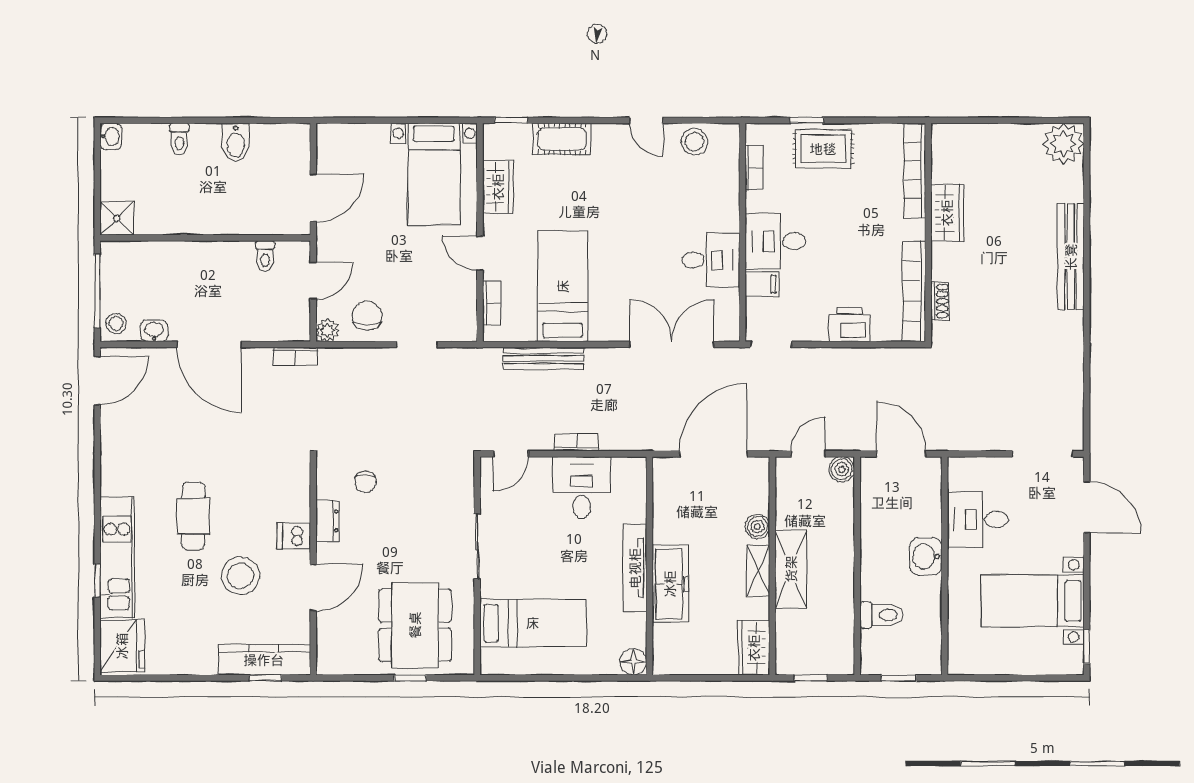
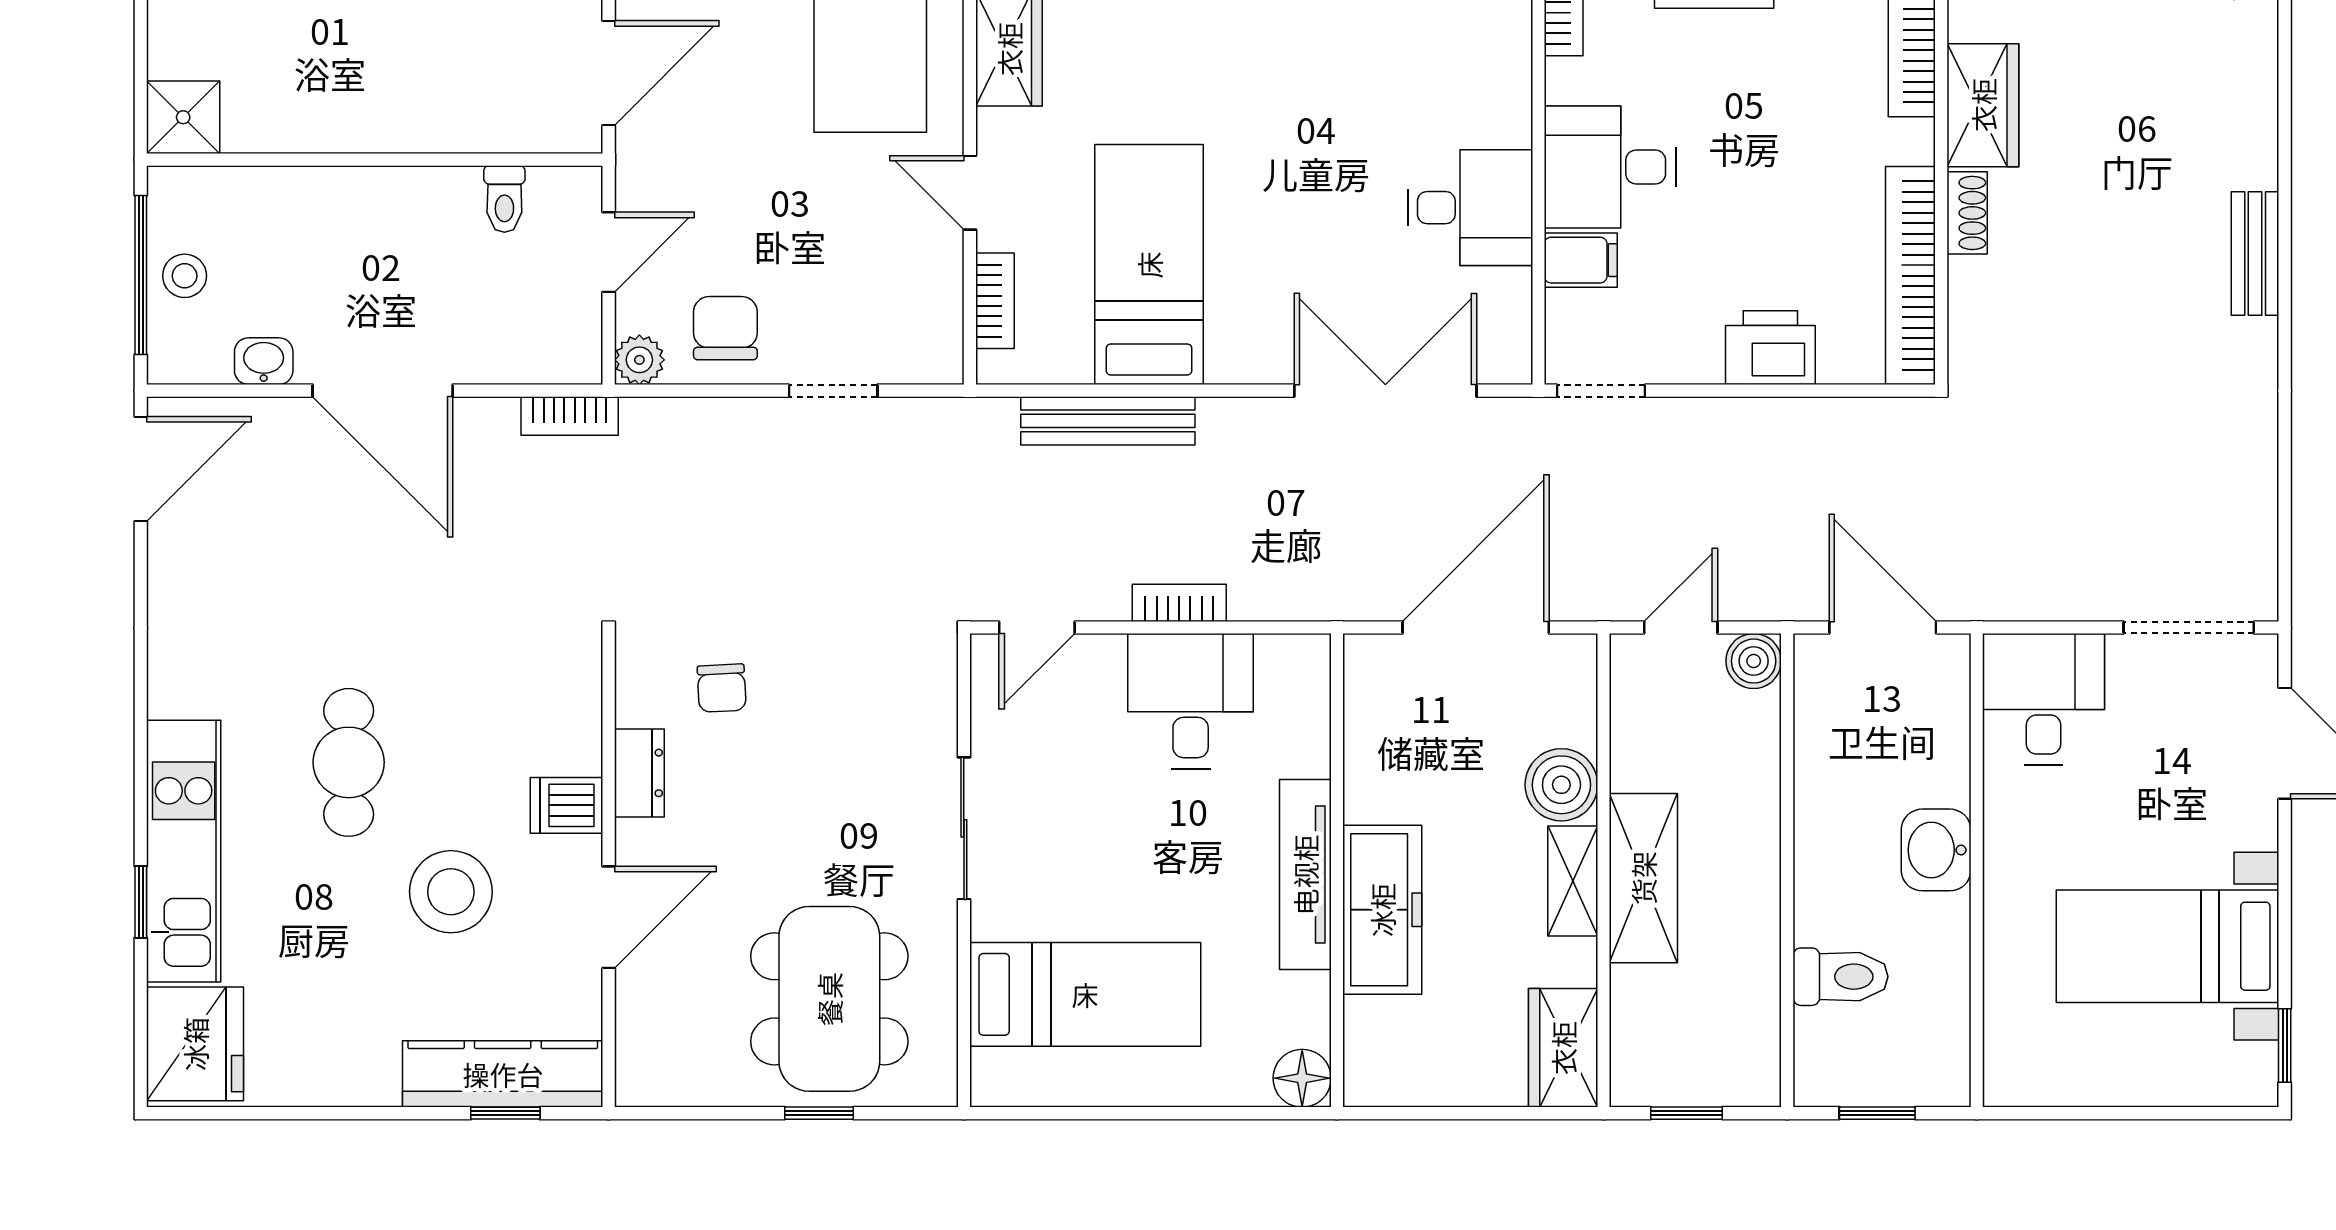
bench: (1071, 257) -> (2255, 254), width x0.54, depth x0.82
shoe rack: (940, 301) -> (1967, 213), moved
stool: (116, 323) -> (185, 276), moved
desk: (978, 520) -> (2043, 699), moved, turned 90
boiler: (757, 526) -> (1561, 785), width x1.36, depth x1.36

